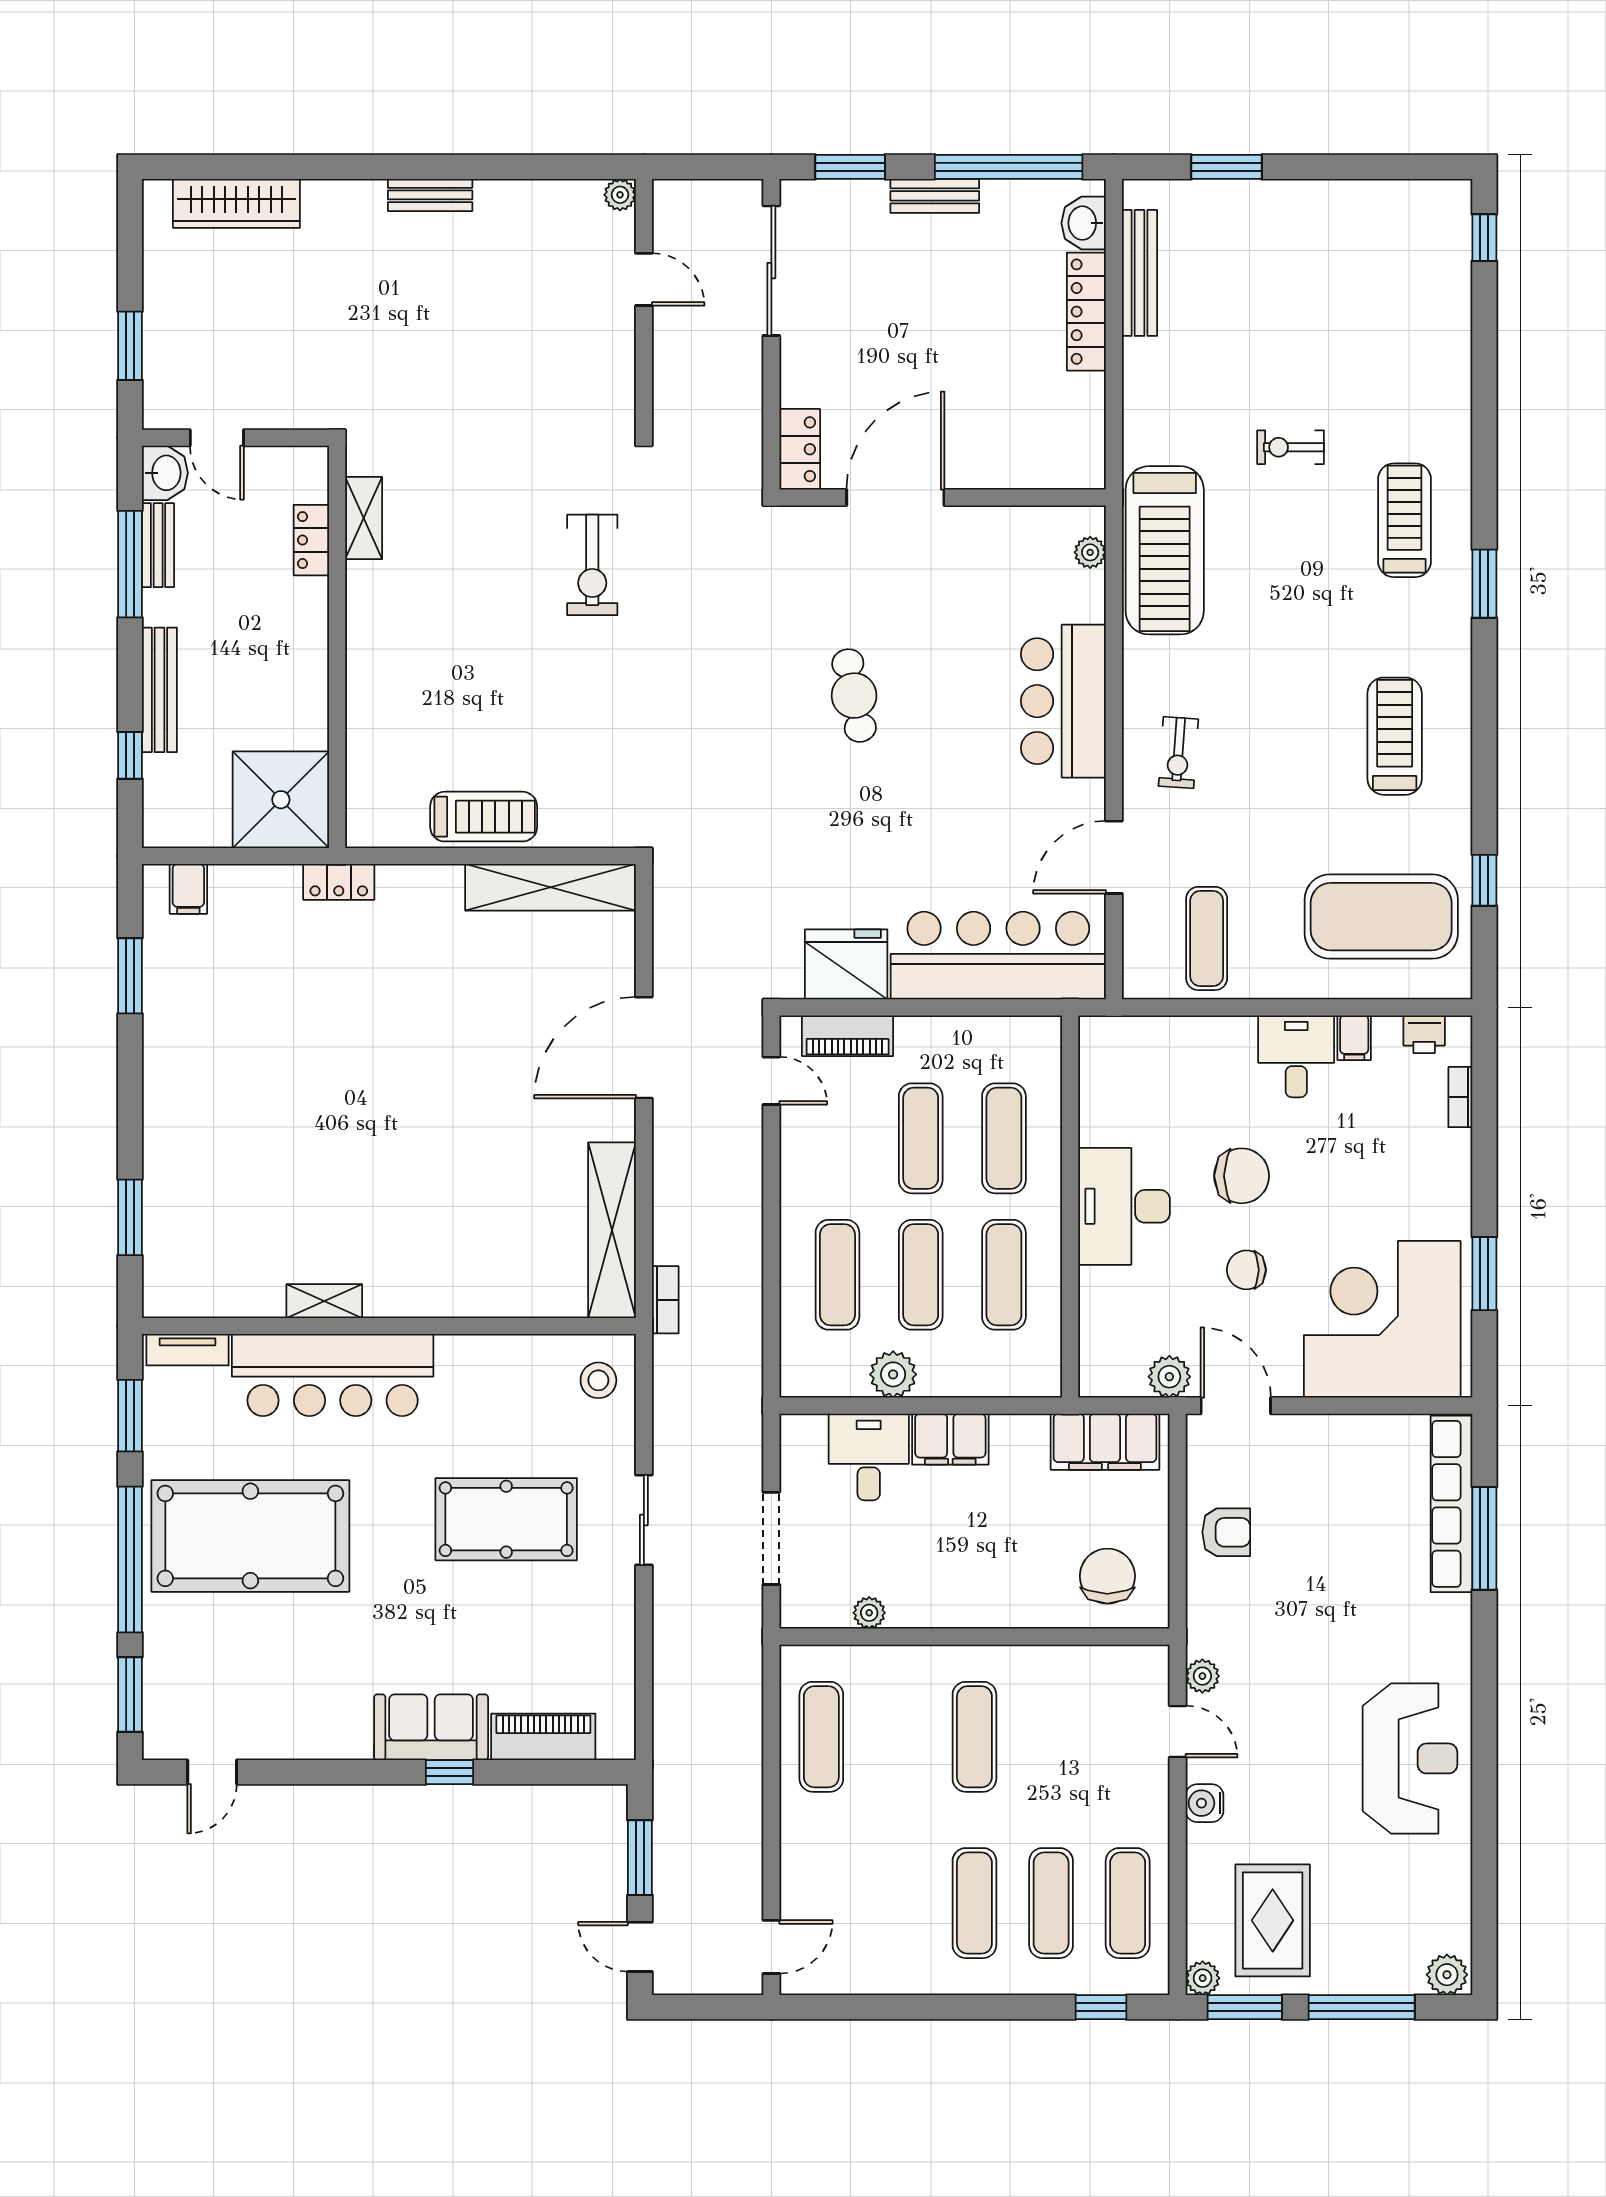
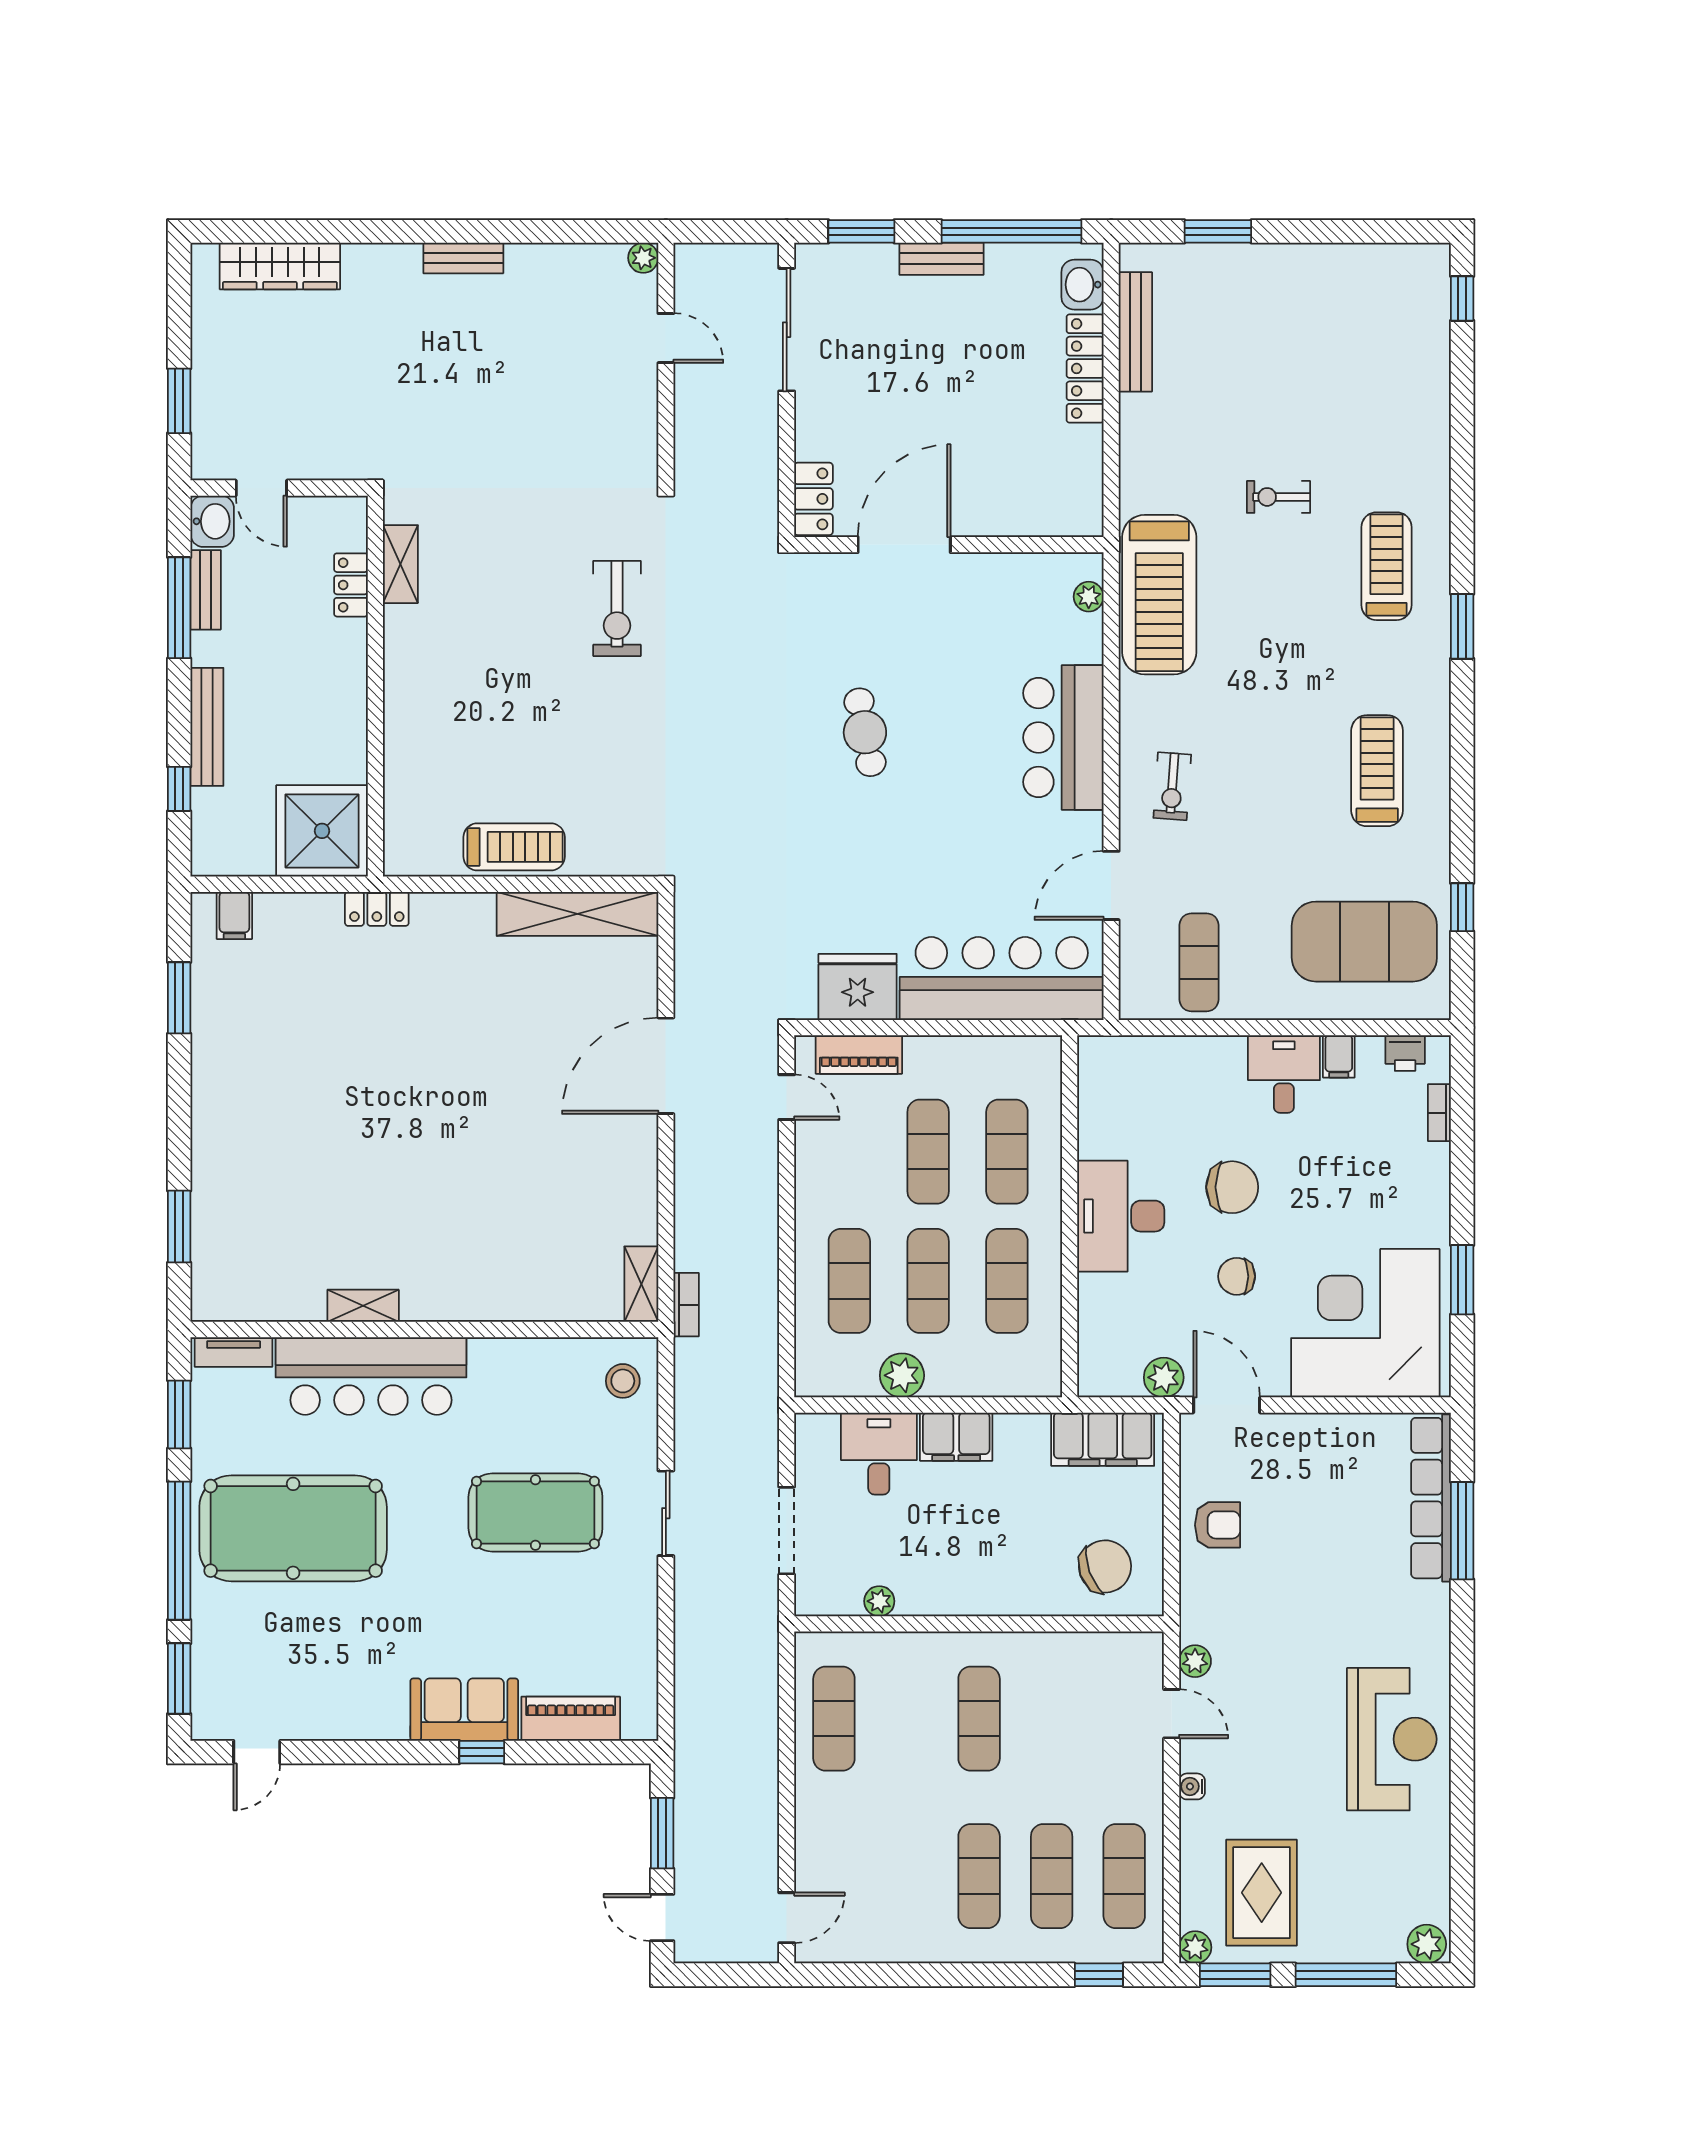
shelving: (612, 1230) -> (641, 1284), width x0.45, depth x0.75
chair: (1107, 1576) -> (1105, 1566), turned 70
water cooler: (1204, 1803) -> (1192, 1786), width x0.72, depth x0.72

